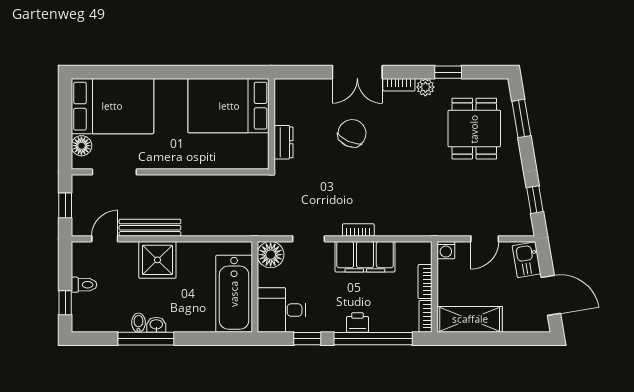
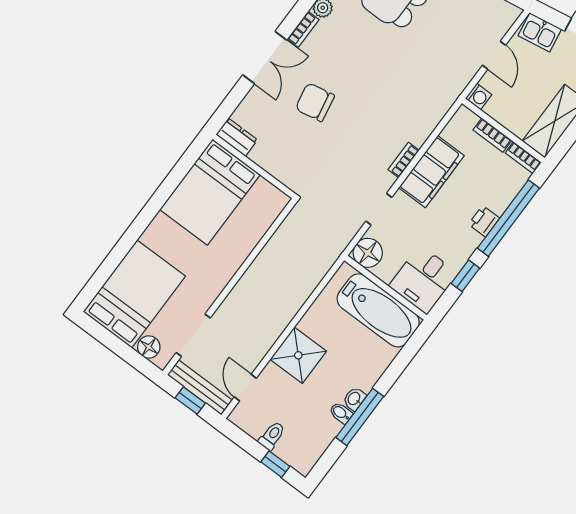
chair: (352, 133) -> (315, 102), turned -35
dresser: (283, 142) -> (237, 137), moved
bench: (150, 228) -> (200, 387), moved, turned 90

